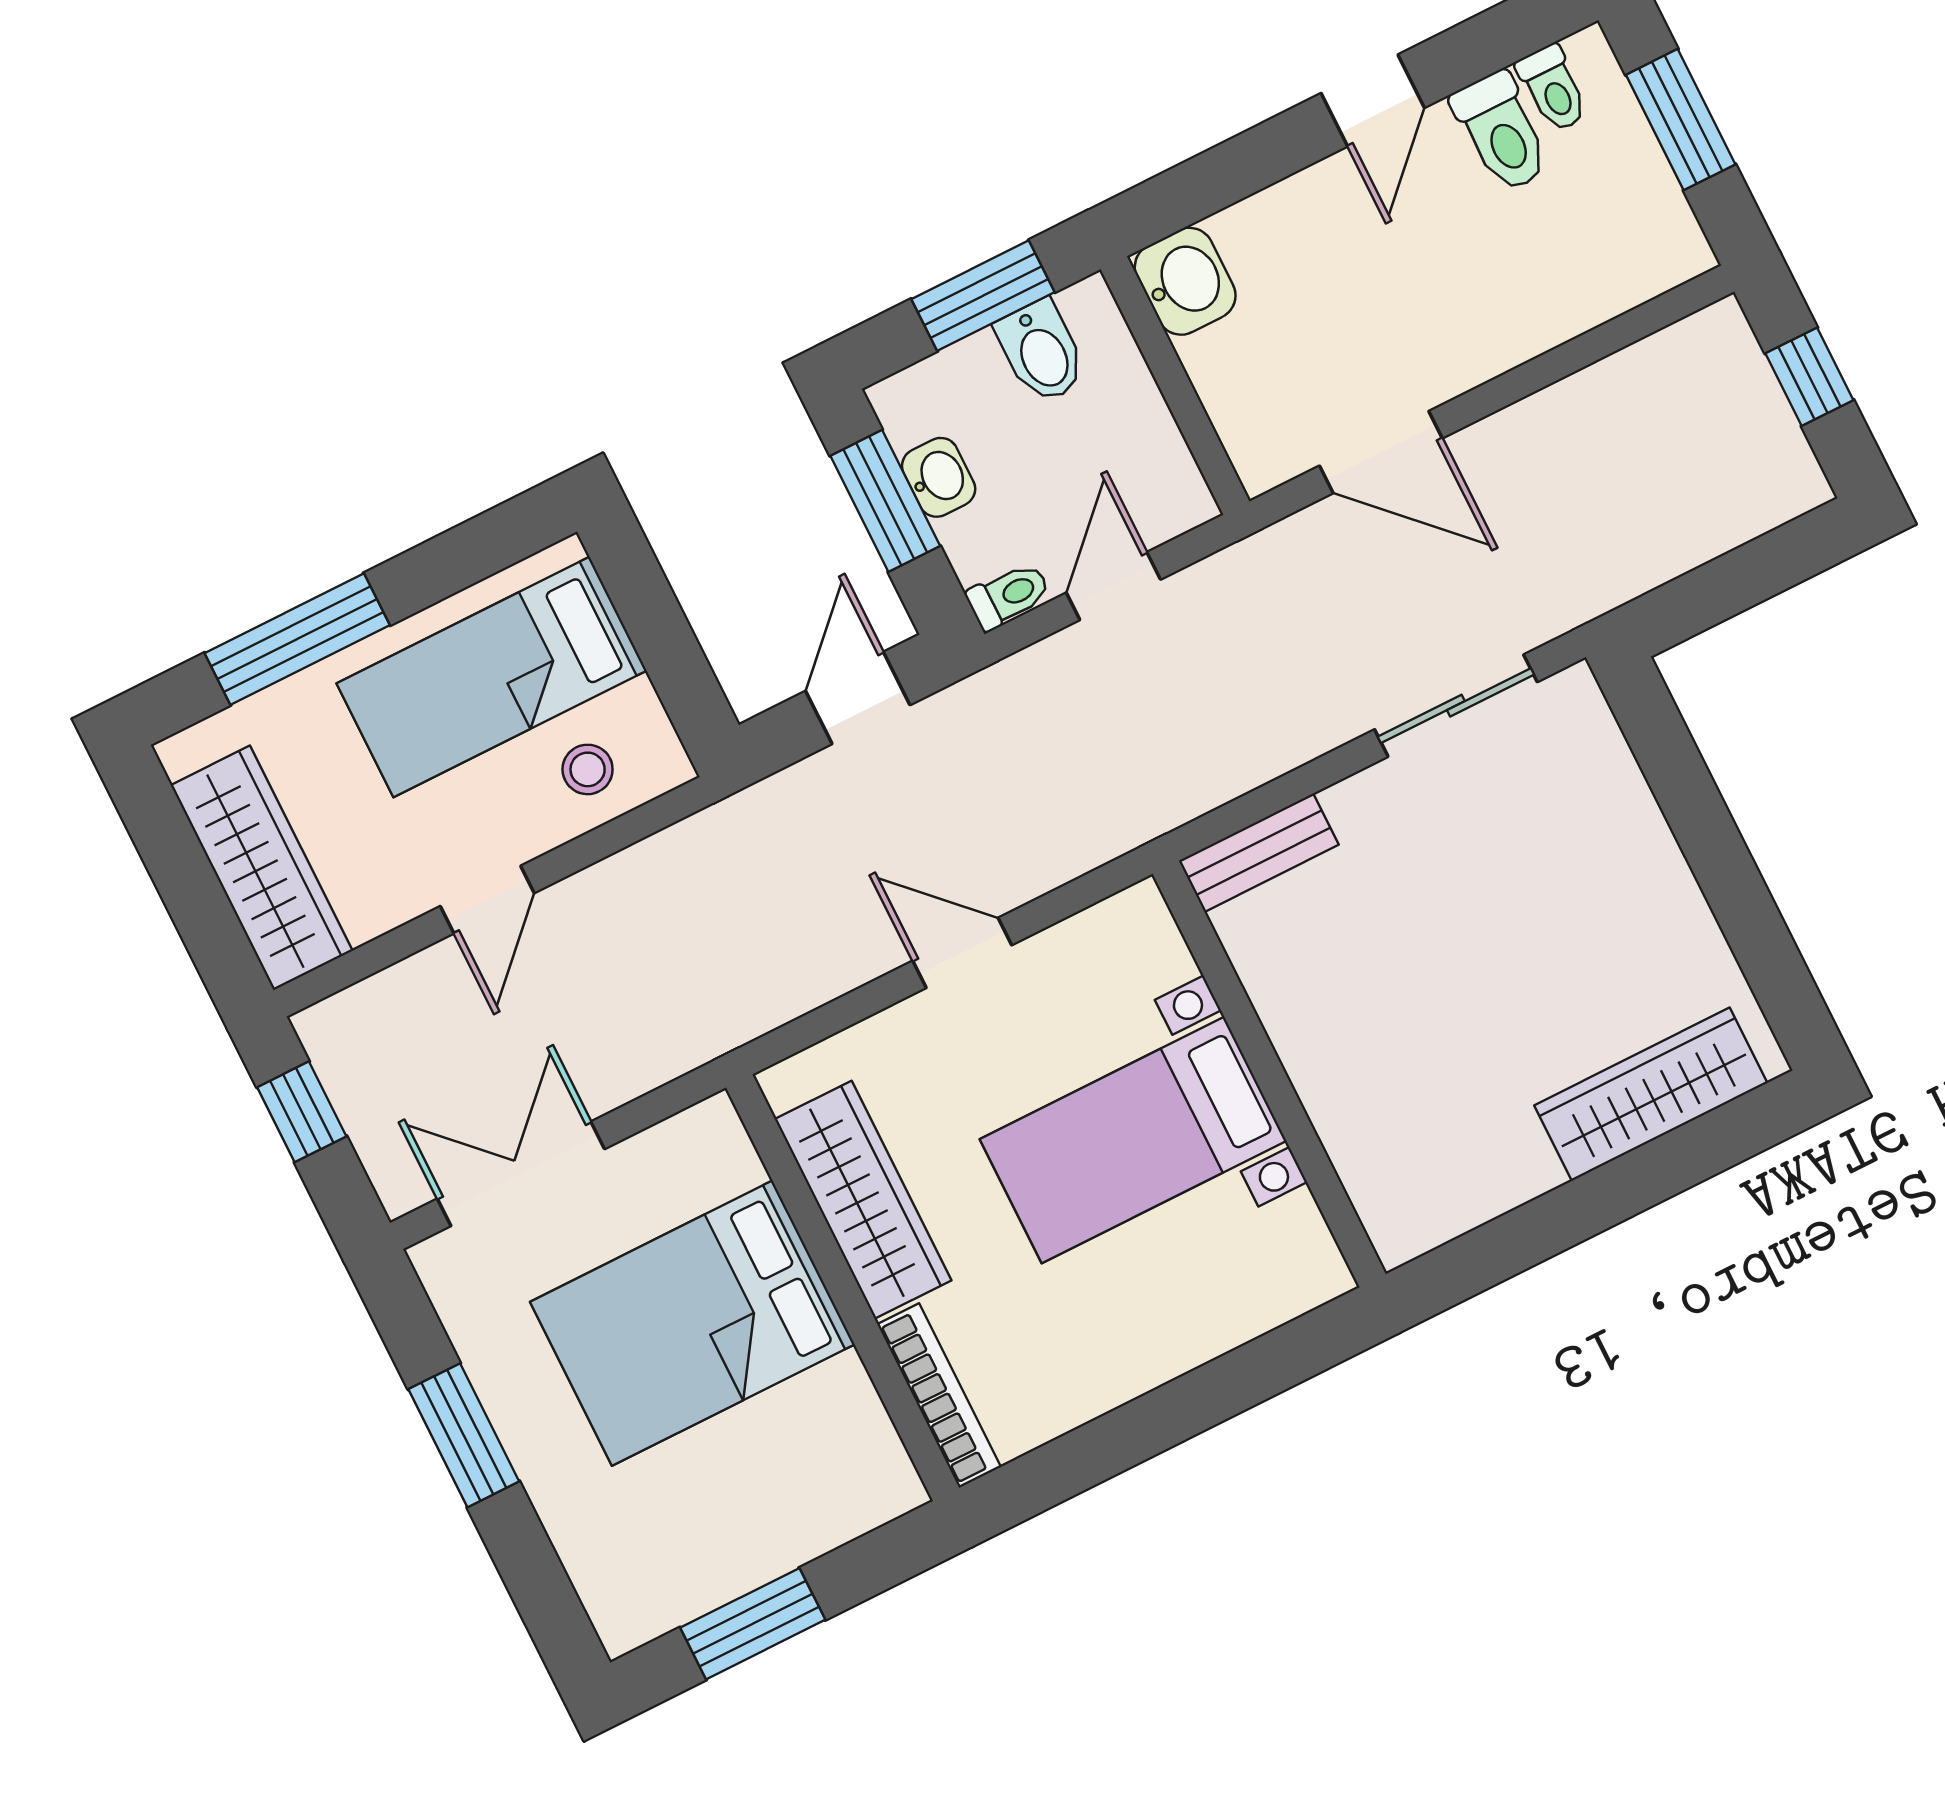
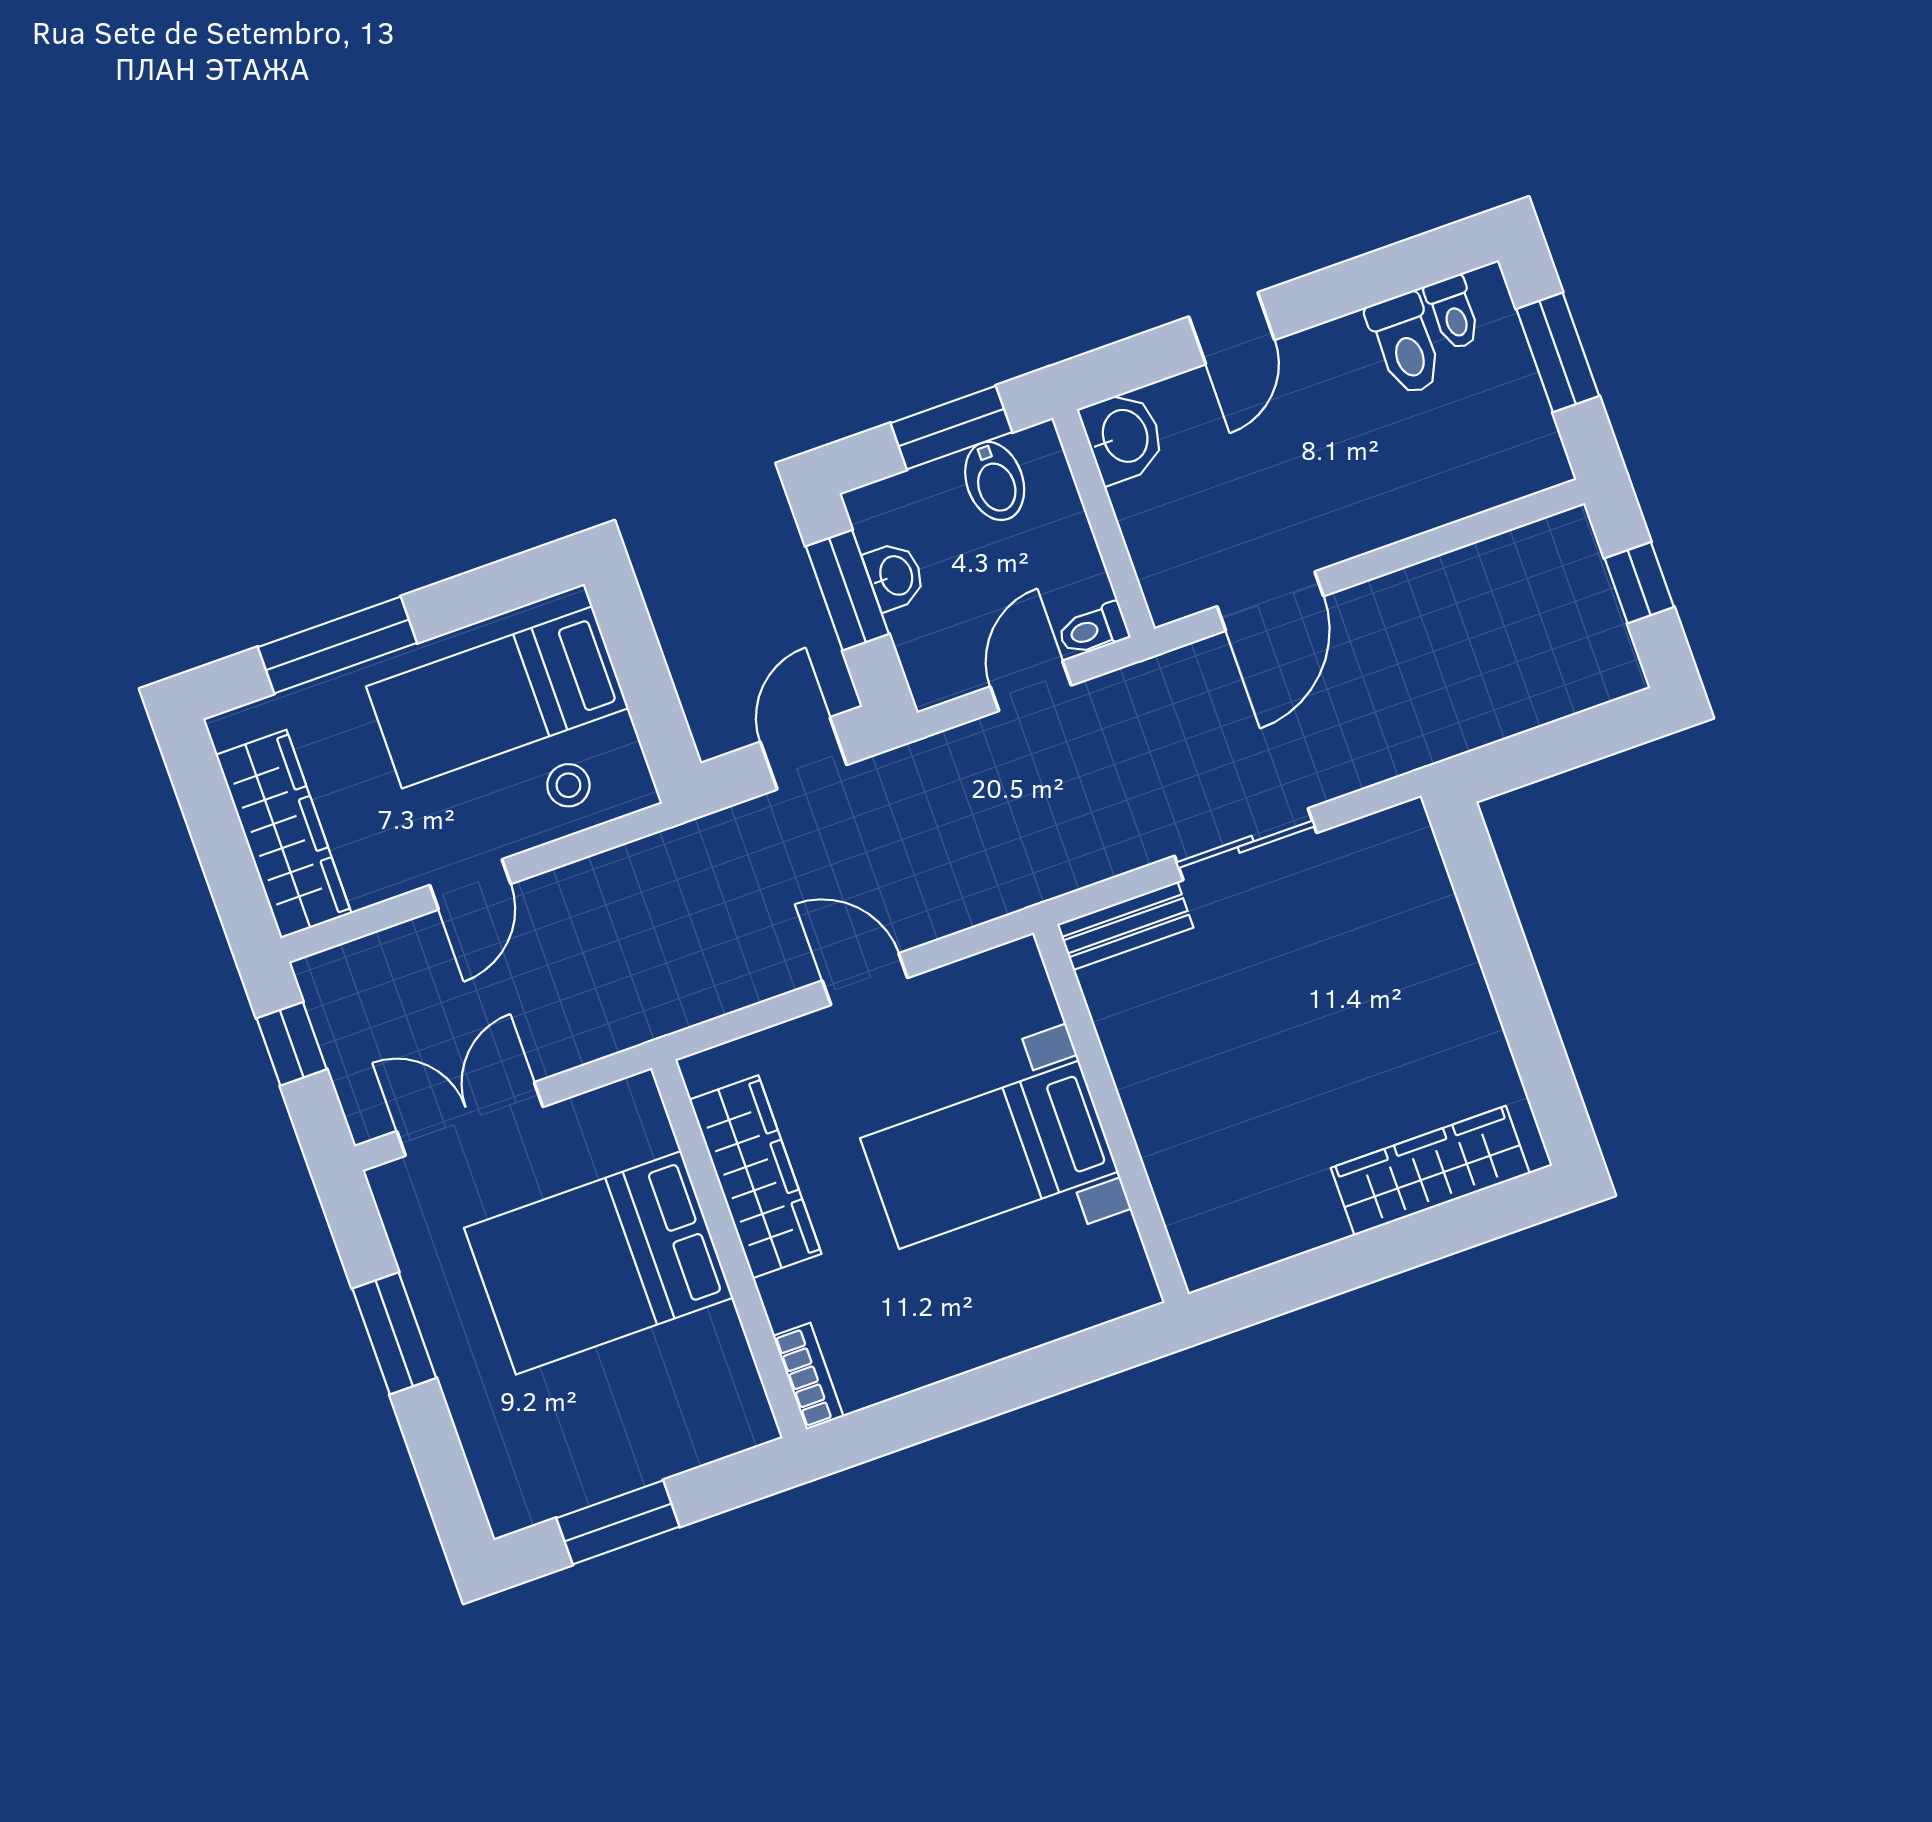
door: (1373, 100) -> (1232, 328), moved
door: (1381, 452) -> (1270, 601), hinge flipped
toilet: (1009, 596) -> (1093, 629), moved, turned 180
sliding door: (1456, 706) -> (1246, 844), moved
bookcase: (939, 1396) -> (808, 1376), width x0.64

